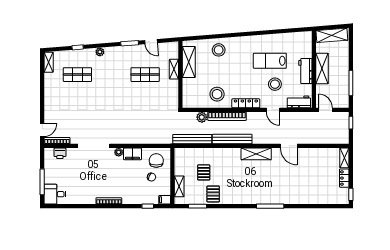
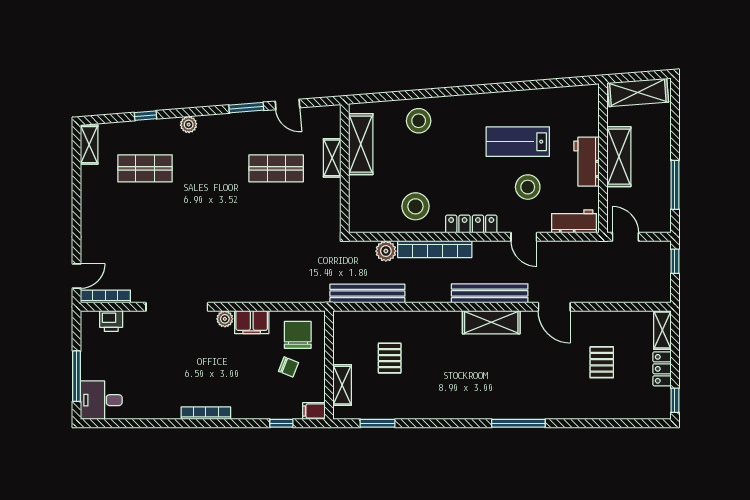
bench: (232, 139) -> (490, 293), moved
pallet: (213, 194) -> (602, 362), moved

